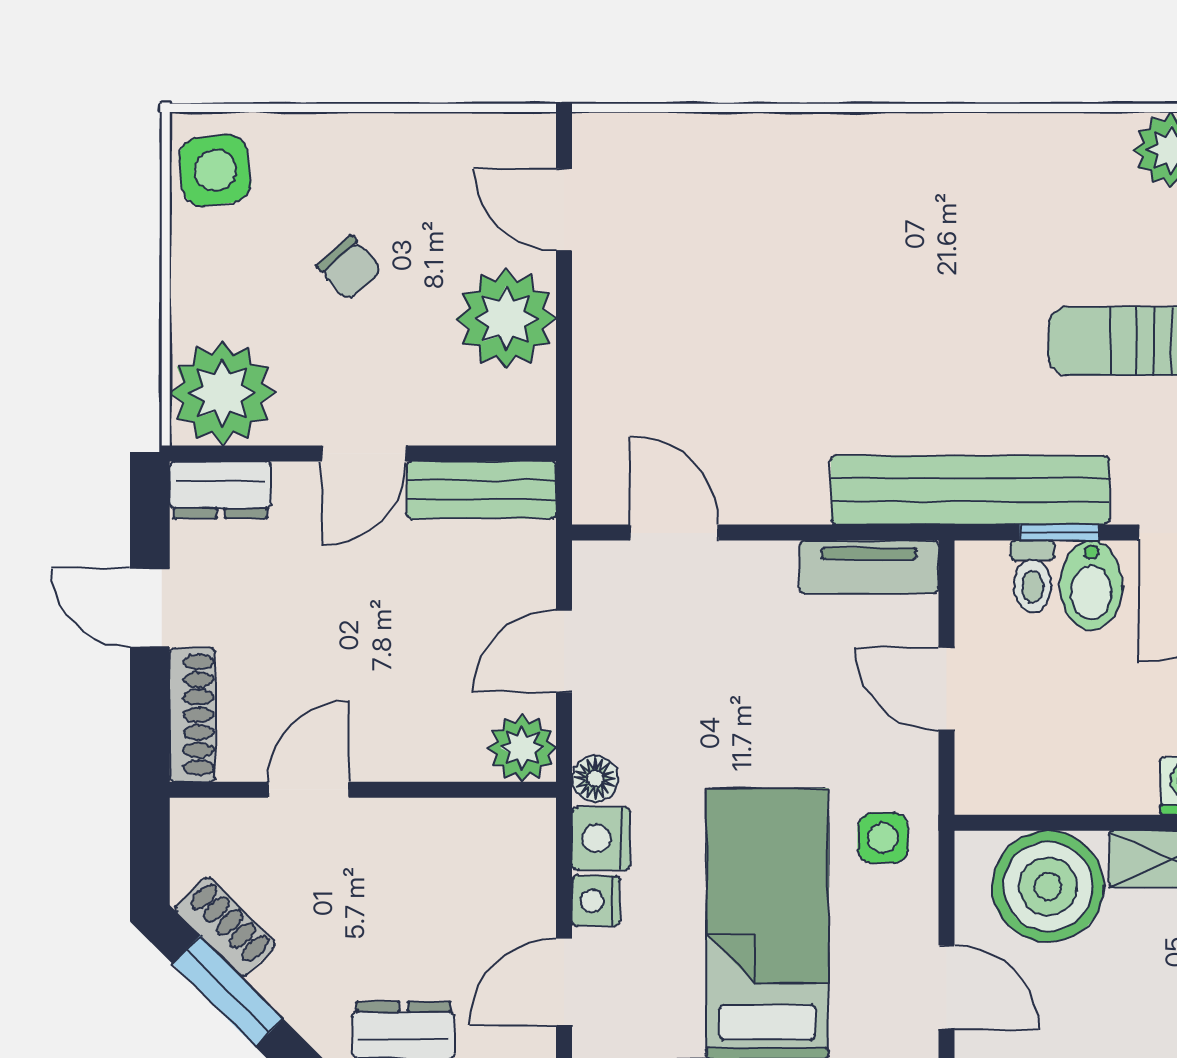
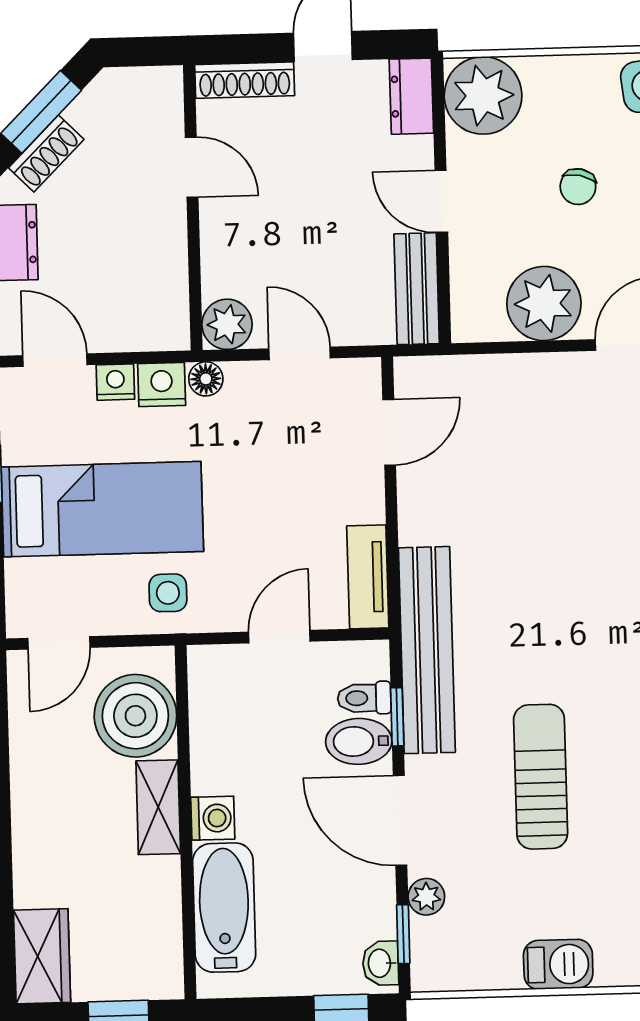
chair: (349, 268) -> (578, 187), turned -36
shoe rack: (225, 927) -> (46, 154), moved

